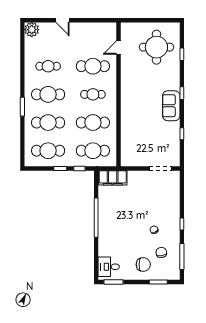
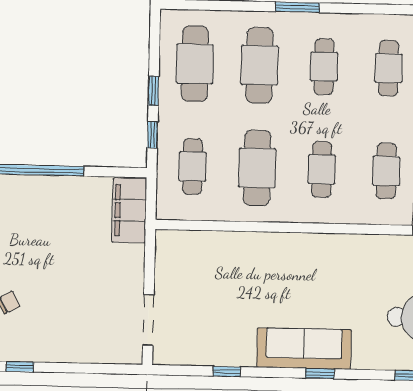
cafe table: (93, 66) -> (386, 171), width x0.73, depth x0.74
cafe table: (48, 94) -> (324, 67), width x0.73, depth x0.74
sofa: (171, 106) -> (304, 349), width x1.36
cafe table: (93, 151) -> (193, 166), width x0.73, depth x0.74

